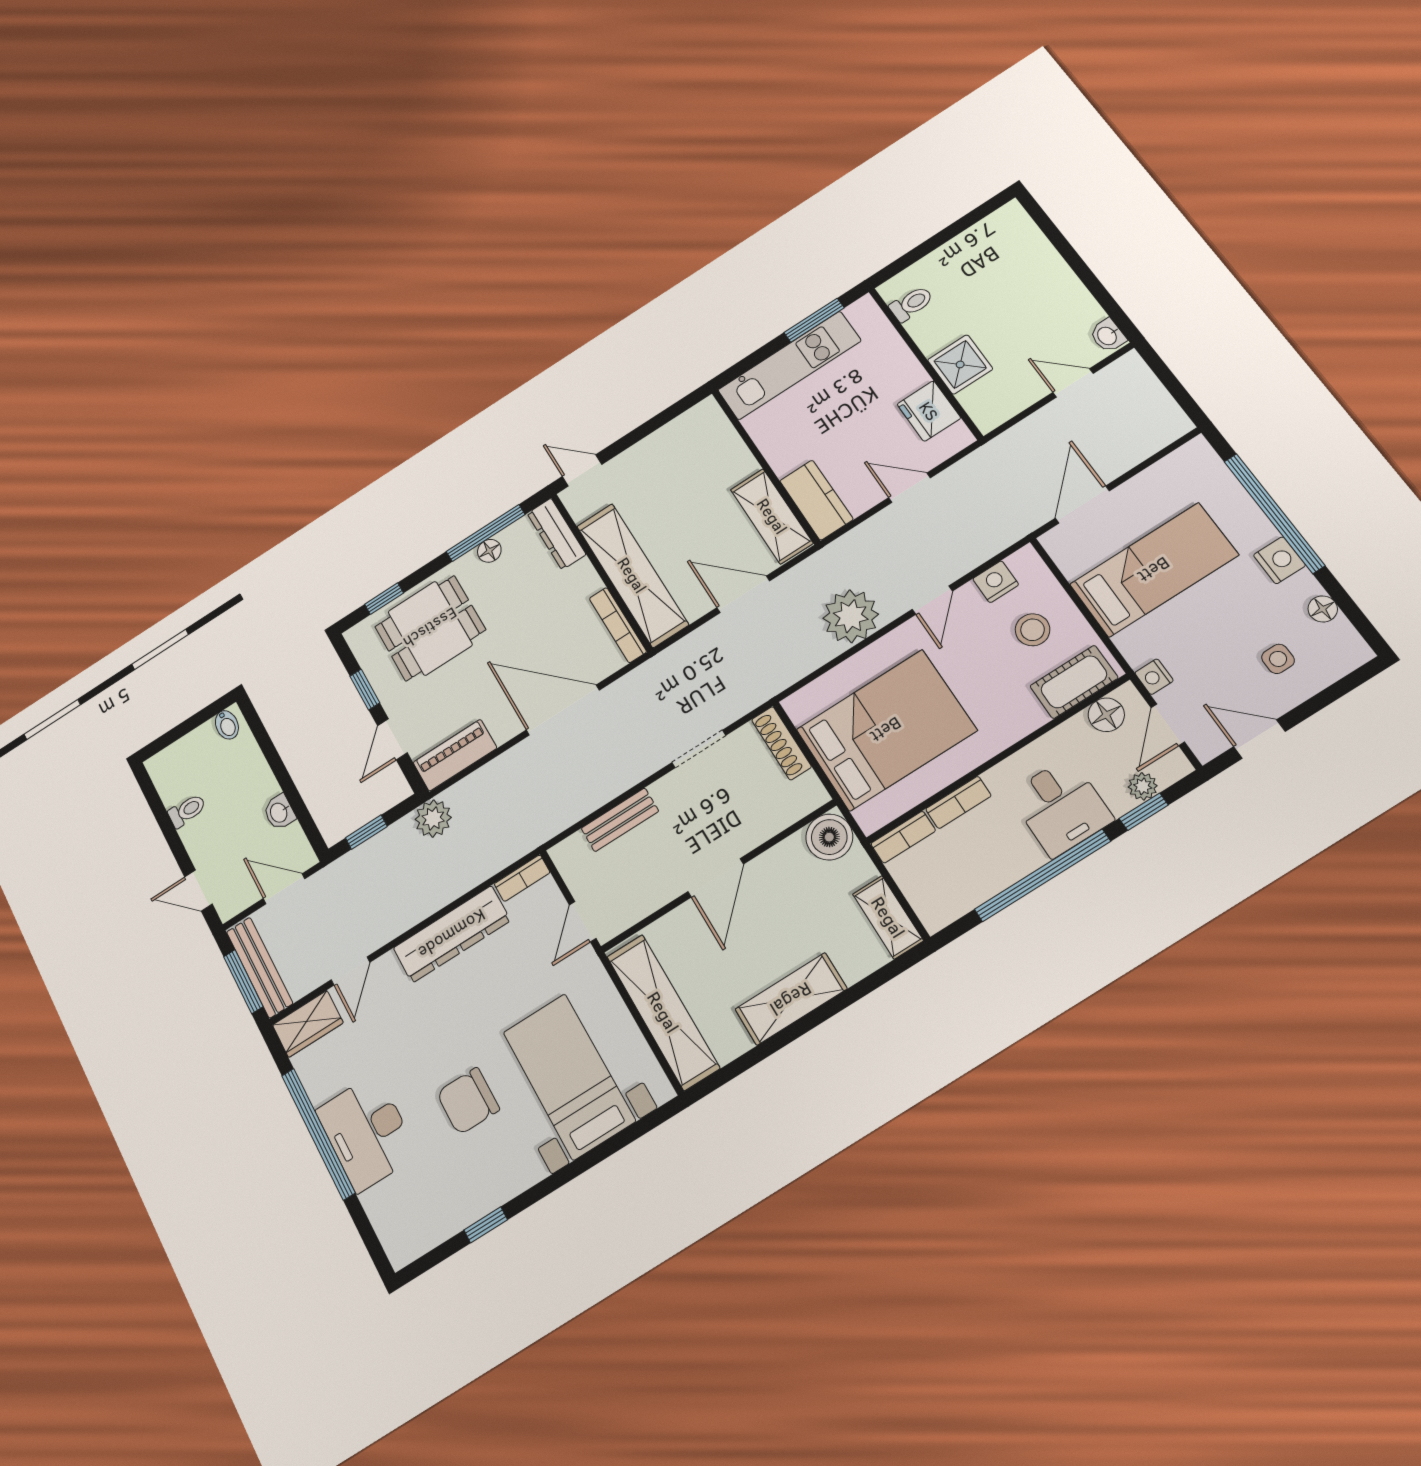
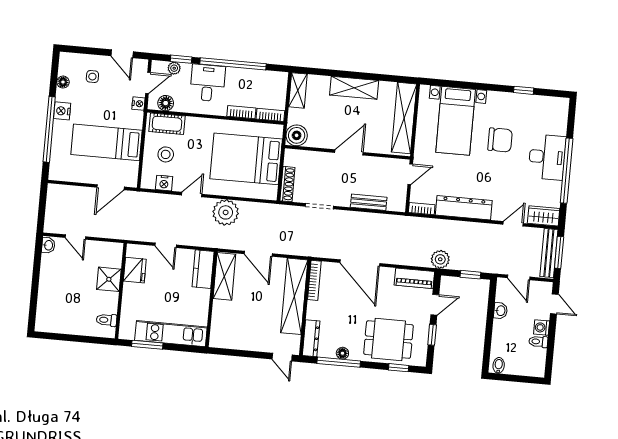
washing machine: (196, 837) -> (542, 328), added

